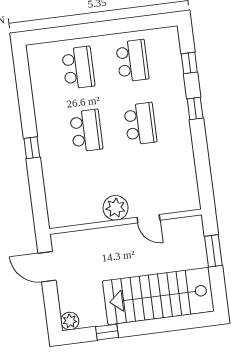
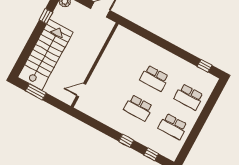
window: (32, 148) -> (205, 66), moved
plant: (115, 208) -> (105, 65), removed
door: (148, 219) -> (81, 90), moved
window: (213, 251) -> (36, 92), moved

